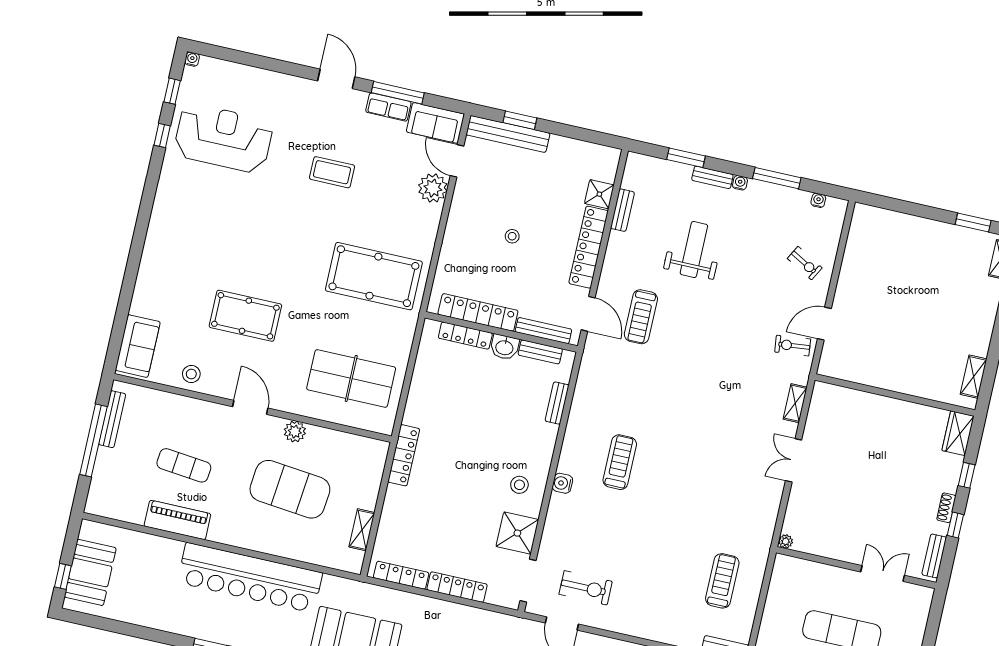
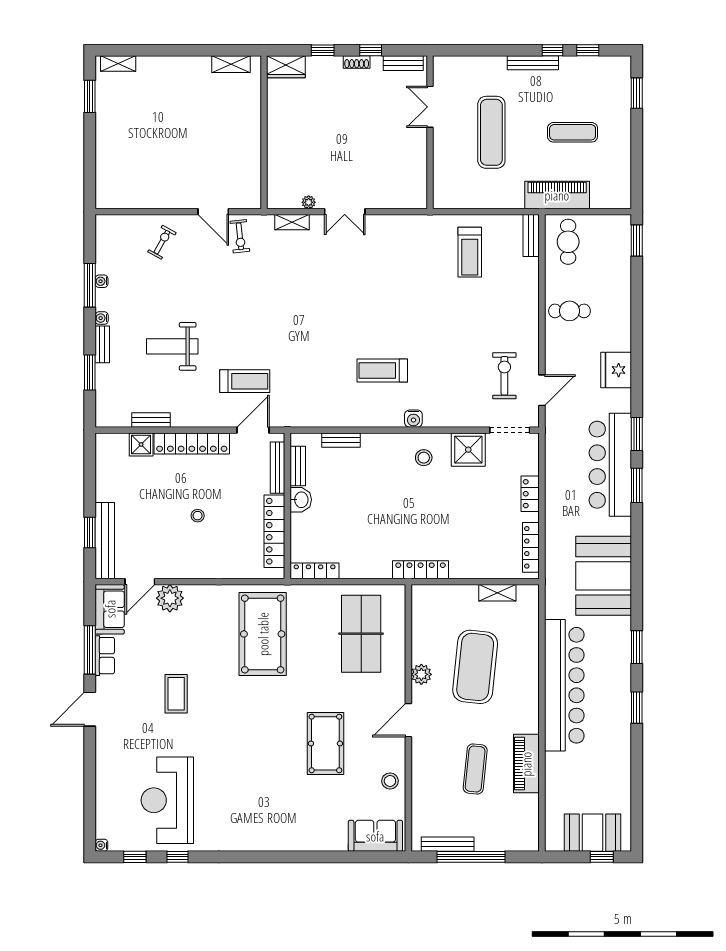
water cooler: (818, 200) -> (102, 281), moved
locker: (465, 336) -> (315, 571), moved, turned -90
plant: (786, 541) -> (309, 202), moved
treadmill: (722, 581) -> (470, 252), turned -90
locker: (457, 587) -> (530, 494), width x0.66

